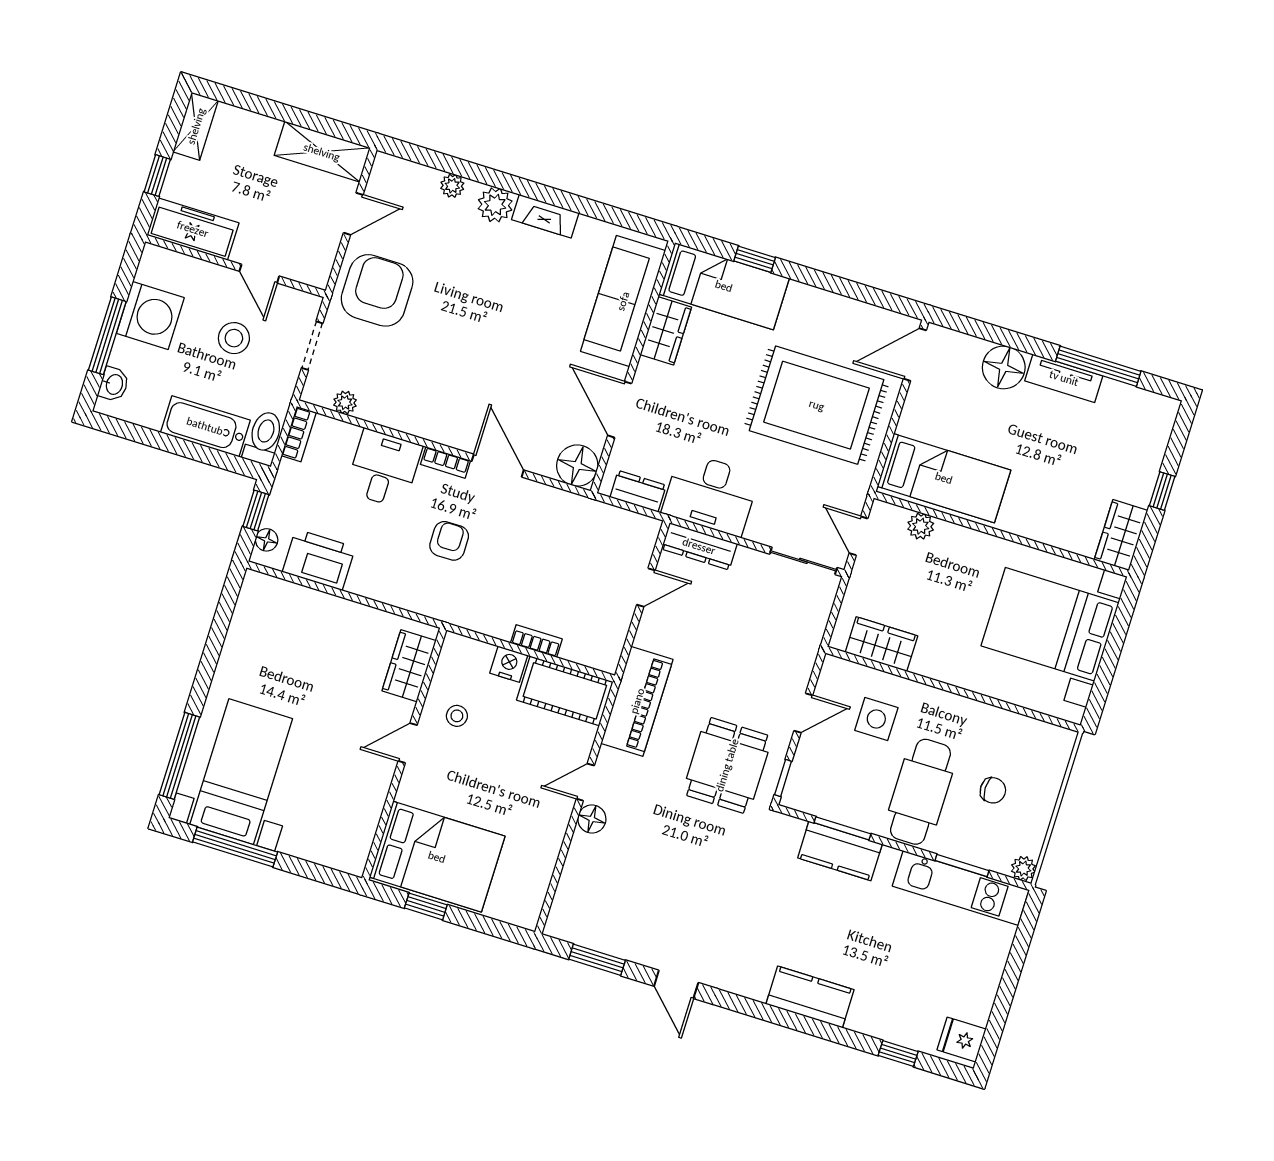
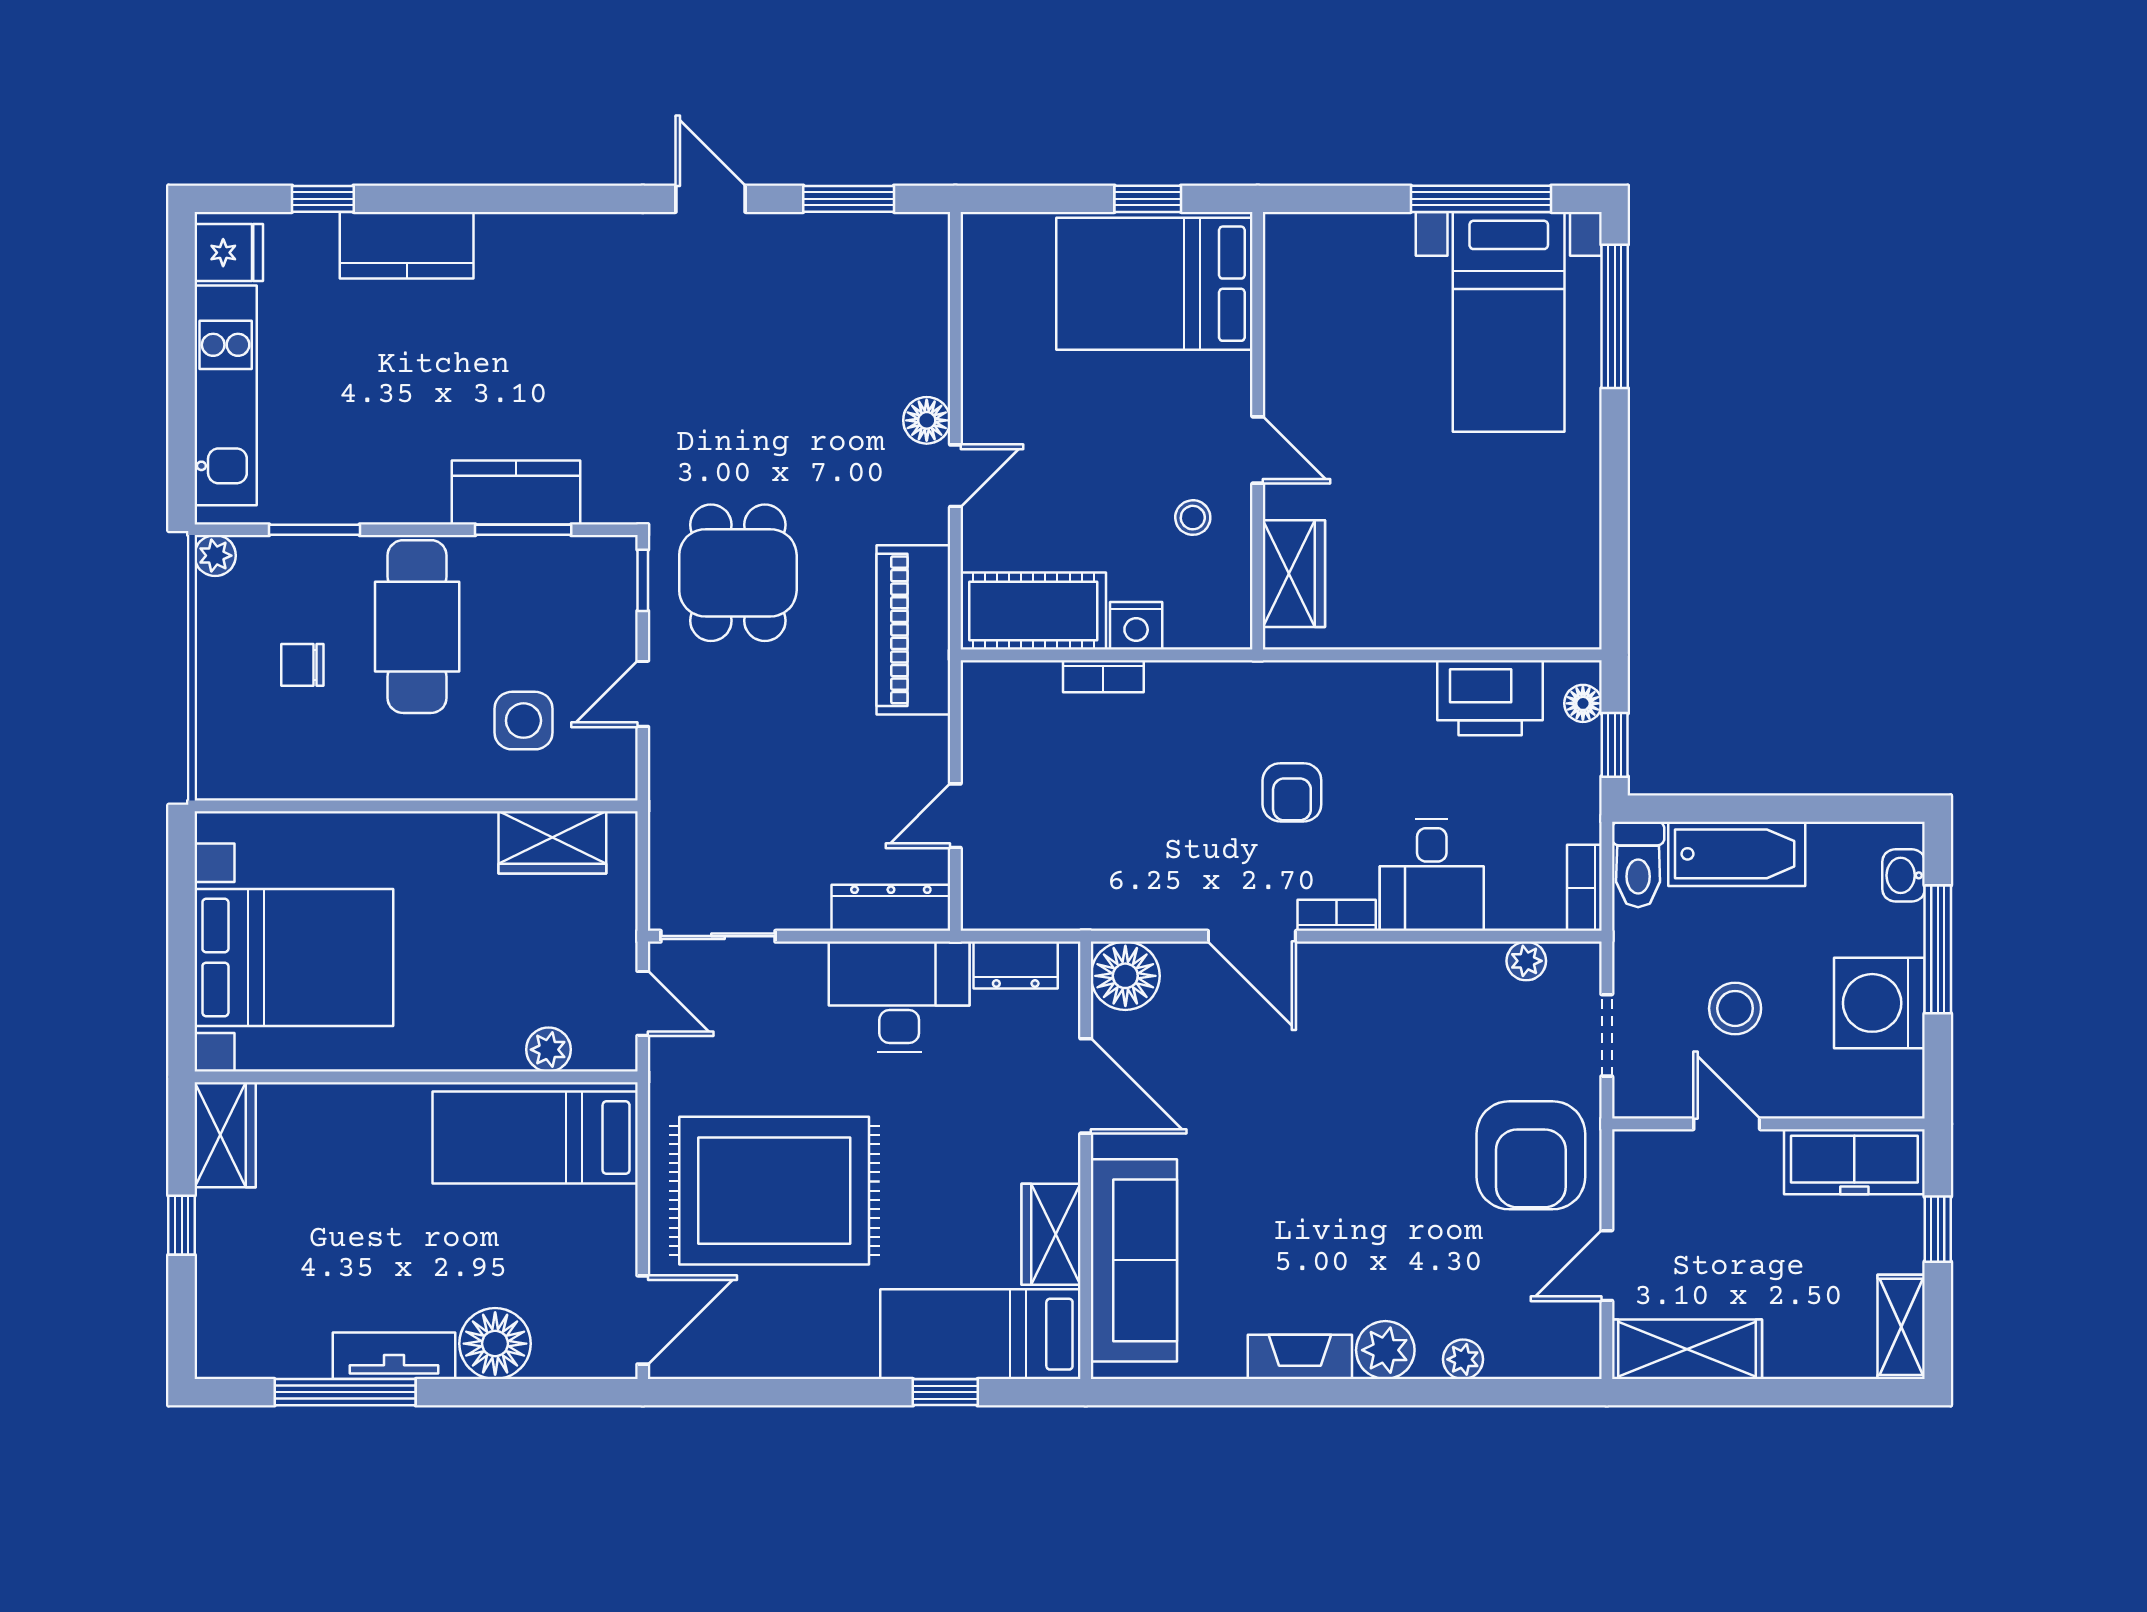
door: (408, 743) -> (1258, 450), hinge flipped
kitchen unit: (961, 888) -> (226, 395), moved, turned 90
kitchen counter: (810, 997) -> (407, 245), moved

